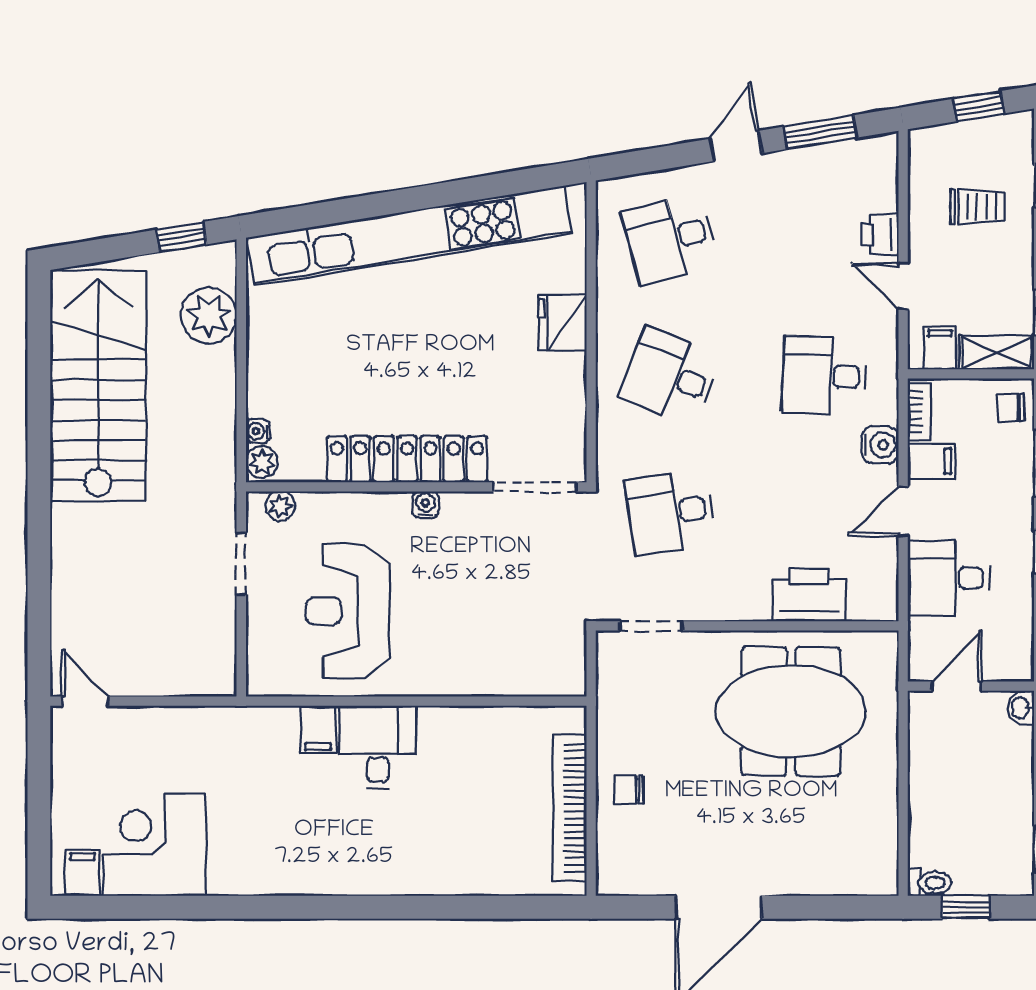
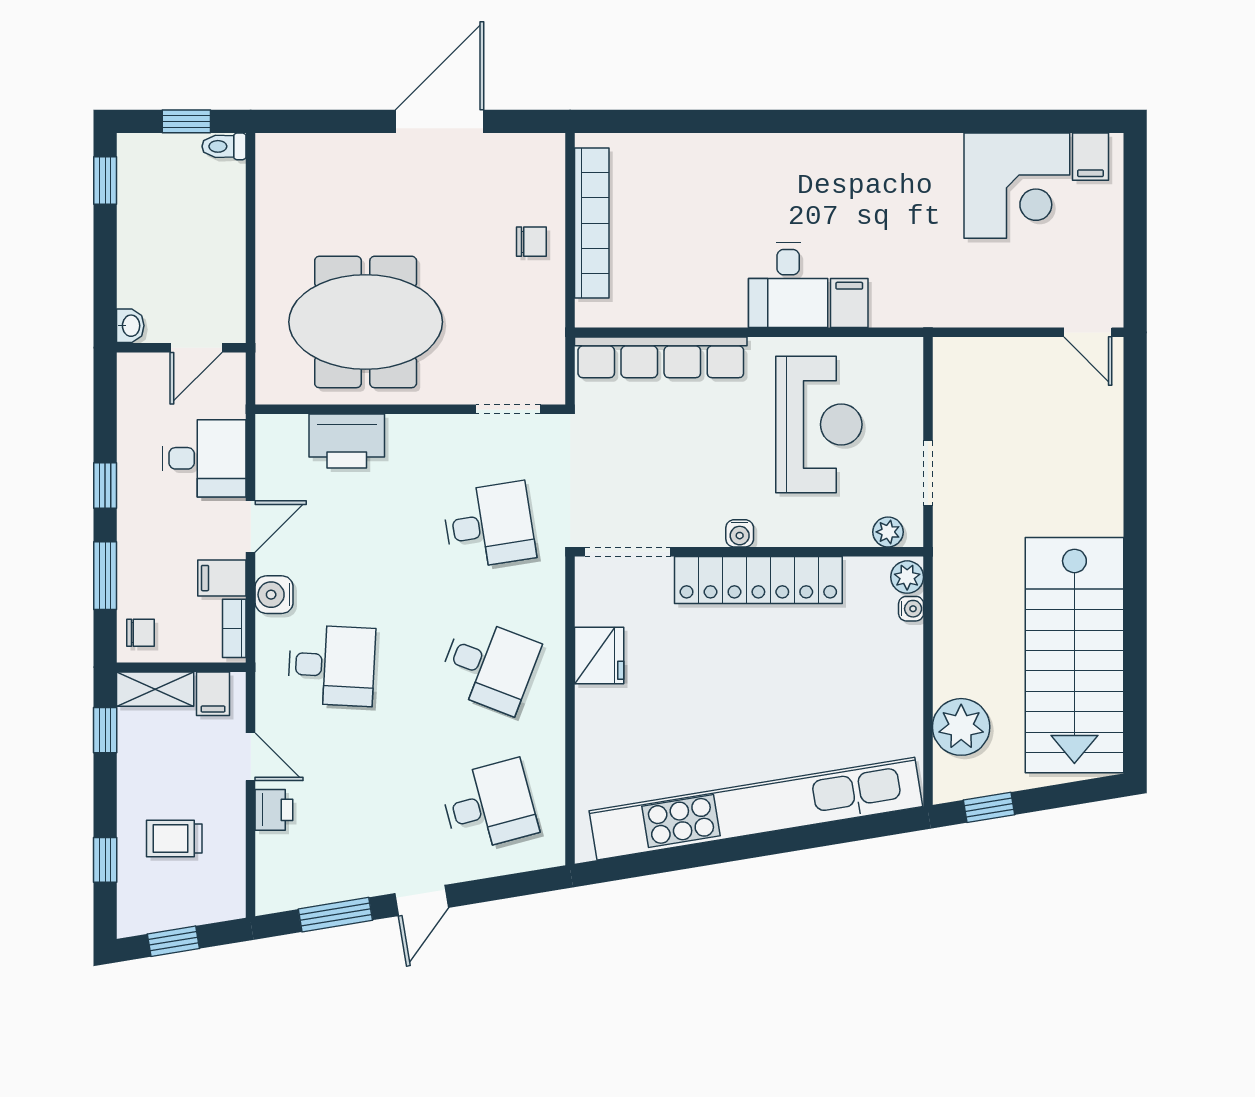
fridge: (563, 323) -> (599, 656), moved
row of seats: (502, 677) -> (661, 357), added

